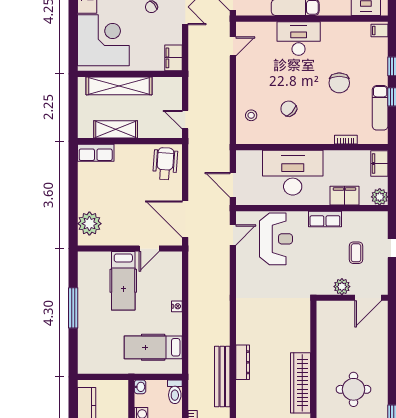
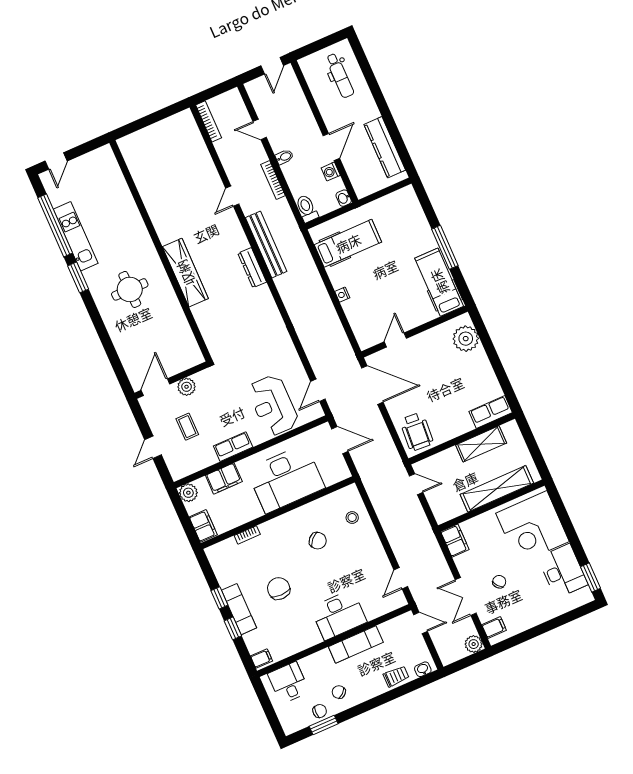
exam couch: (380, 108) -> (239, 609), moved
hospital bed: (123, 281) -> (439, 282), moved

